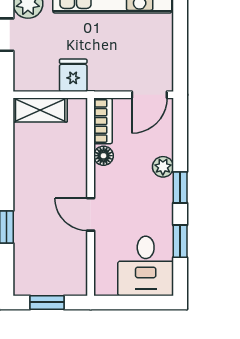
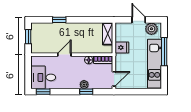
door: (149, 95) -> (114, 79), swing flipped
window: (180, 187) -> (86, 92), moved
window: (180, 241) -> (43, 92), moved

